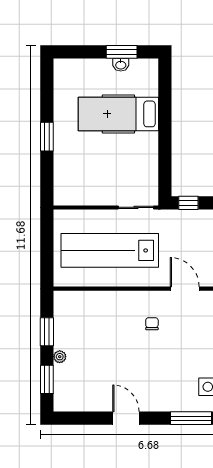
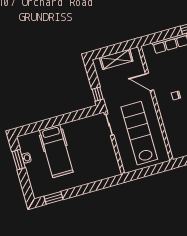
window: (47, 137) -> (54, 198), moved
lab bench: (110, 250) -> (139, 133), turned 180
door: (185, 289) -> (149, 82), hinge flipped

